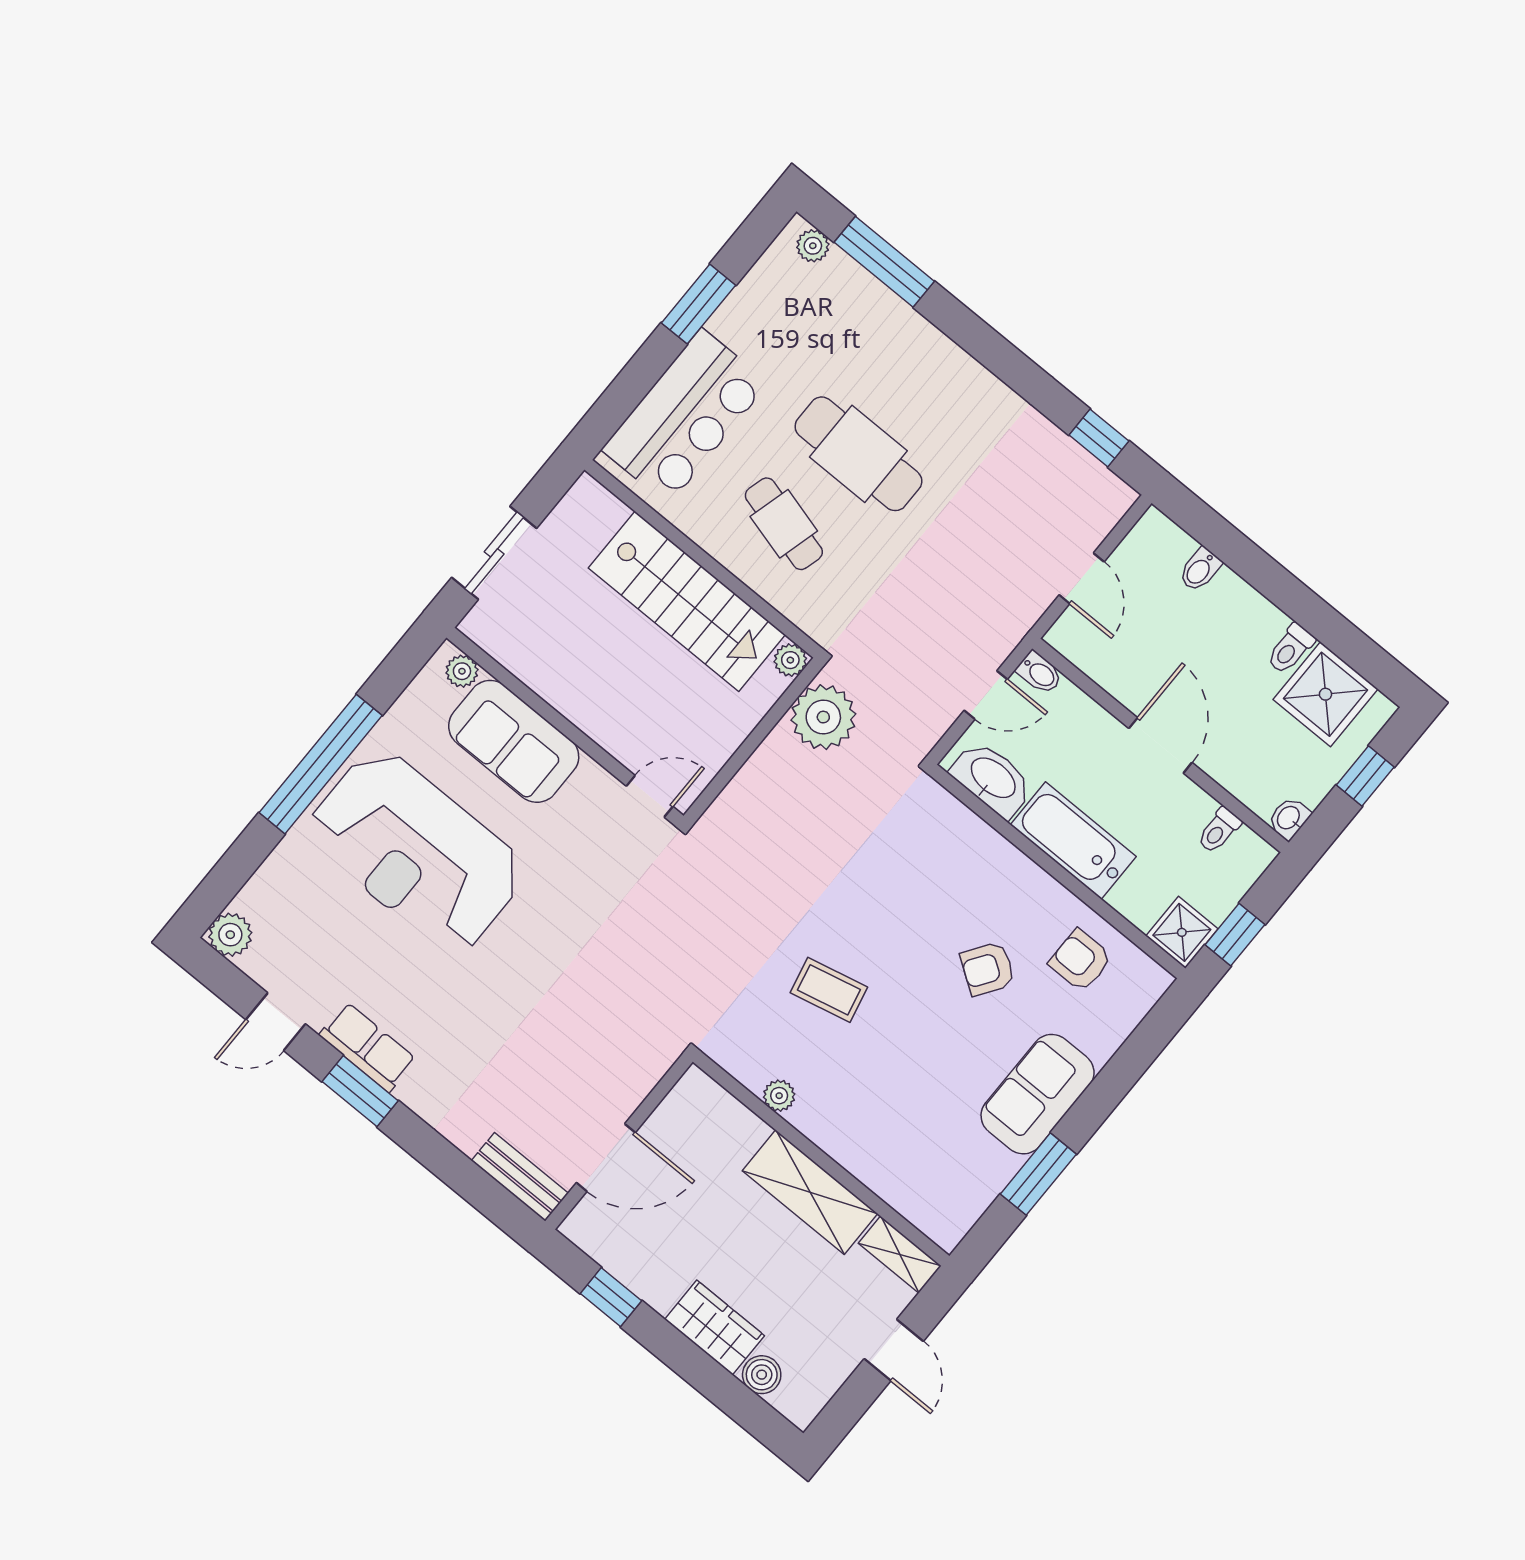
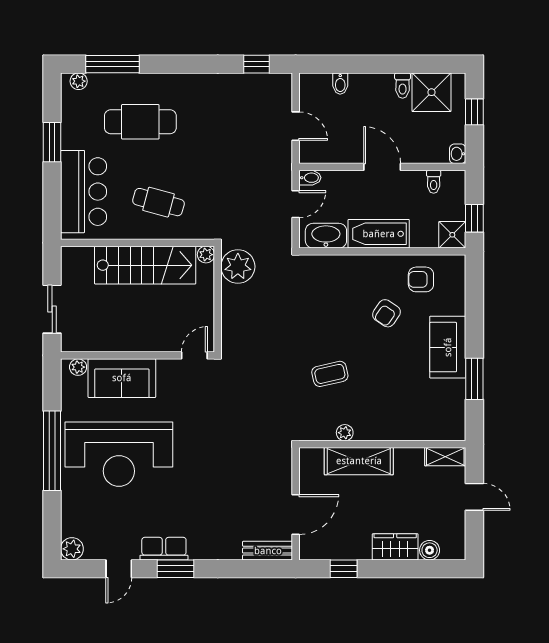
cafe table: (858, 454) -> (140, 122), moved
shelving: (810, 1192) -> (359, 461), moved

